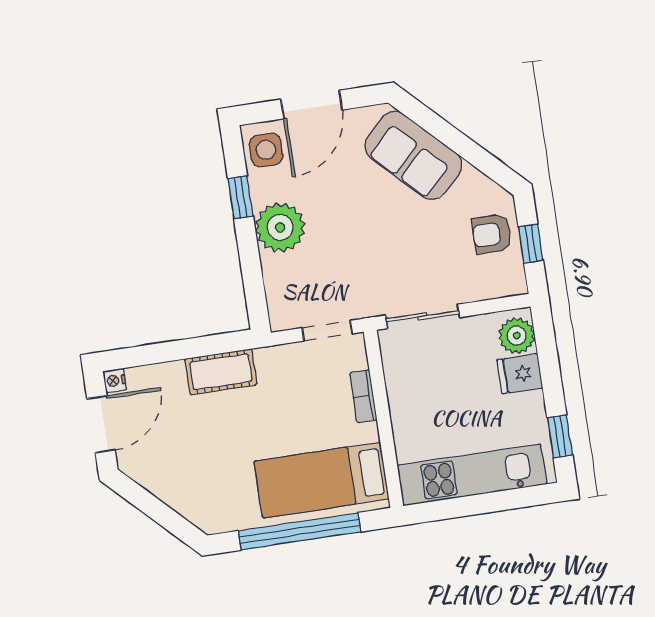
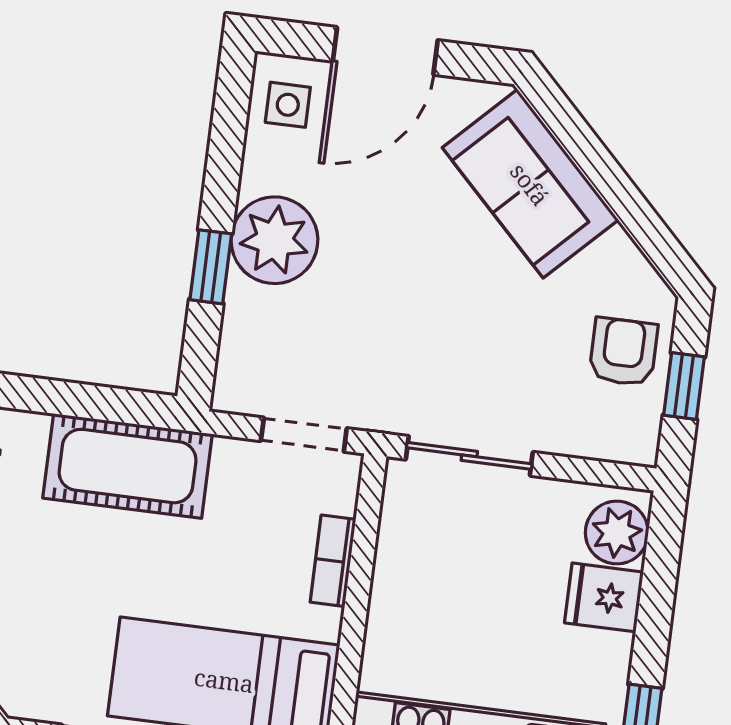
side table: (266, 150) -> (288, 105), width x0.73, depth x0.73
window: (241, 197) -> (211, 267), moved
armchair: (492, 234) -> (623, 352), turned 90
cot: (221, 372) -> (128, 466), width x1.37, depth x1.34

